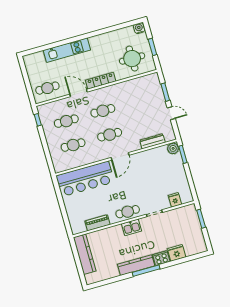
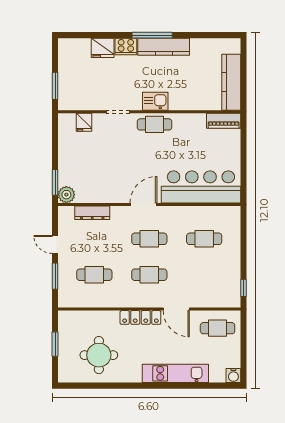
water cooler: (139, 28) -> (233, 375), moved
round table: (132, 59) -> (99, 355), moved
cafe table: (66, 121) -> (94, 275), moved
piano: (97, 223) -> (224, 121), moved

